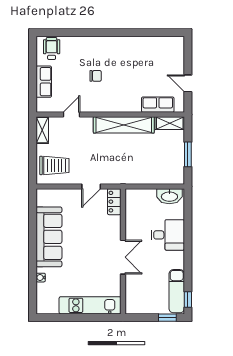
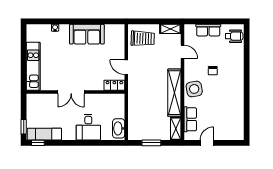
side table: (119, 100) -> (194, 89), added
trolley: (54, 165) -> (143, 38), turned -88
sofa: (49, 237) -> (87, 34), width x0.73

